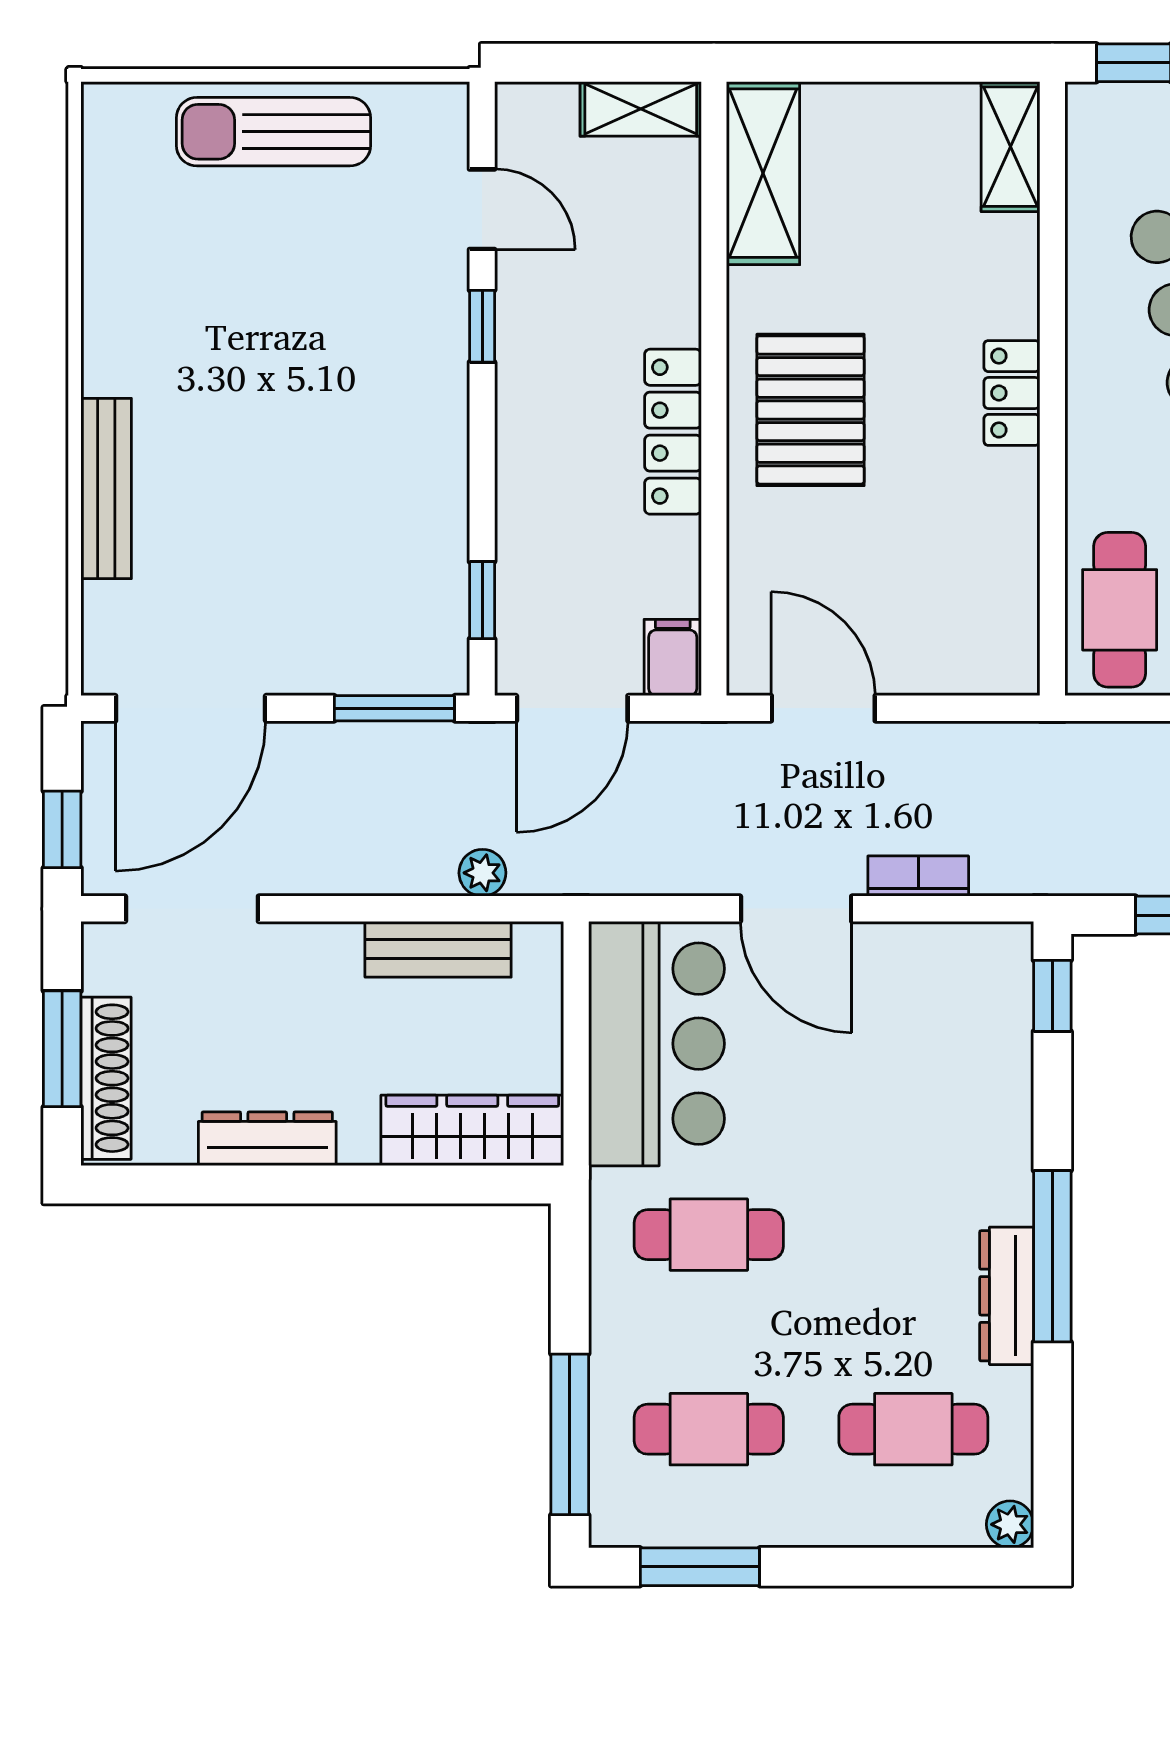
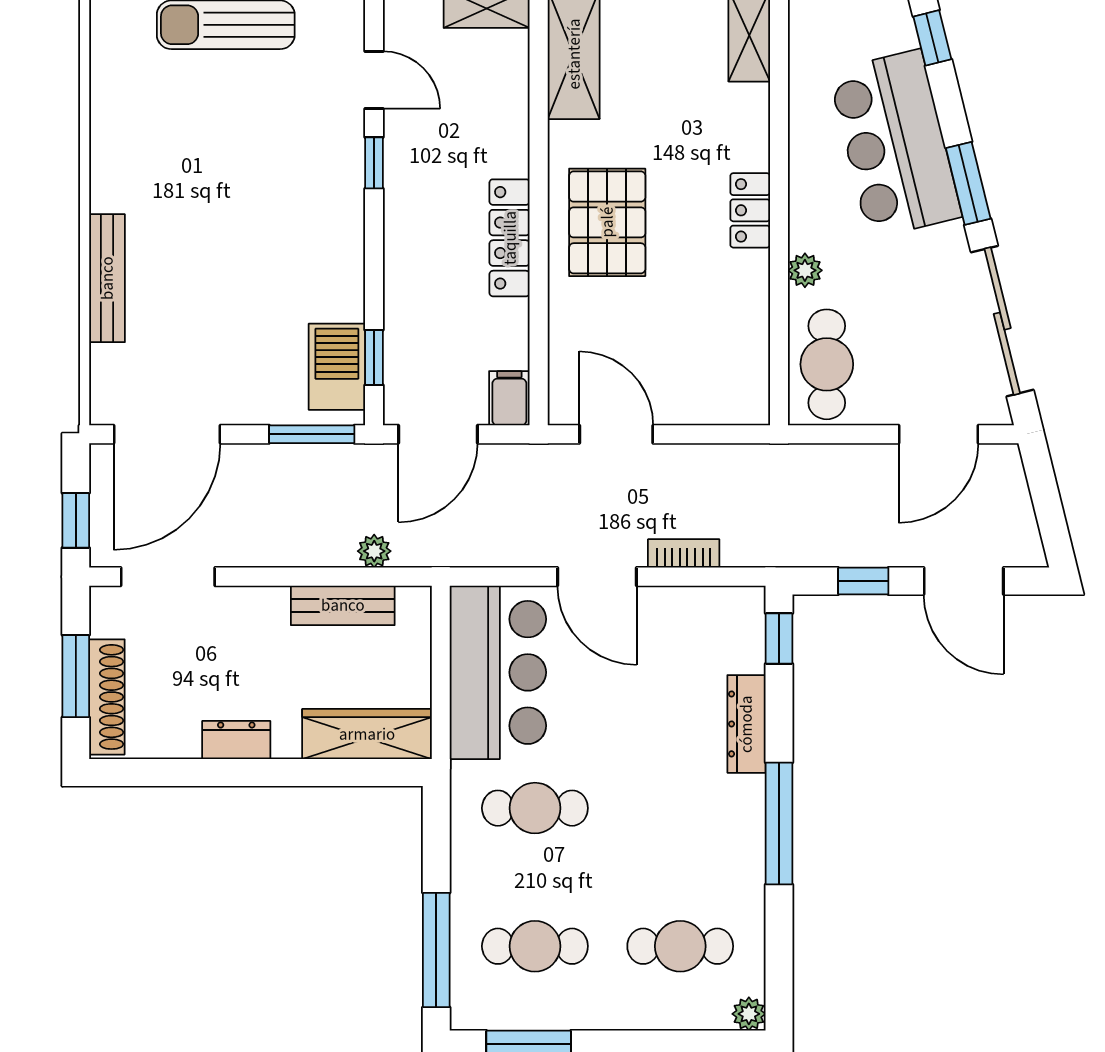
plant: (1089, 478) -> (805, 270), added
barbecue: (430, 613) -> (337, 367), added
dresser: (267, 1139) -> (236, 740), width x0.70
dresser: (1007, 1296) -> (746, 724), moved

